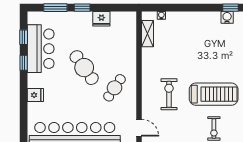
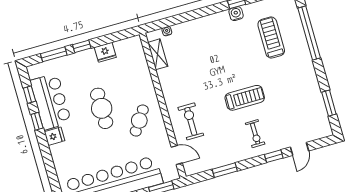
cafe table: (84, 68) -> (102, 108), turned 35
exercise bike: (169, 94) -> (191, 121), moved
treadmill: (214, 94) -> (245, 98), width x0.73, depth x0.73
fridge: (35, 95) -> (54, 136), moved

